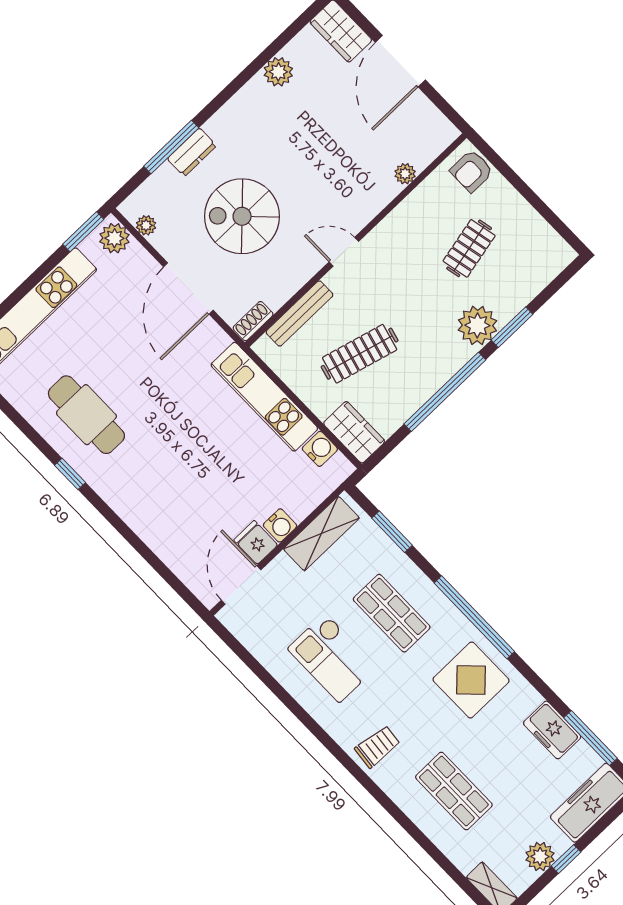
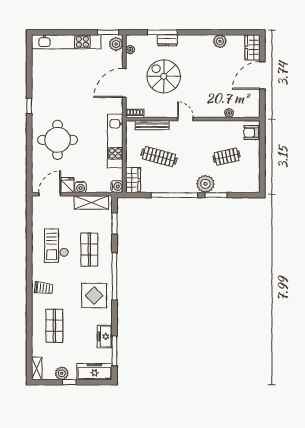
cafe table: (86, 415) -> (53, 92), removed
water cooler: (320, 449) -> (117, 186), moved
round table: (169, 485) -> (58, 140), added

